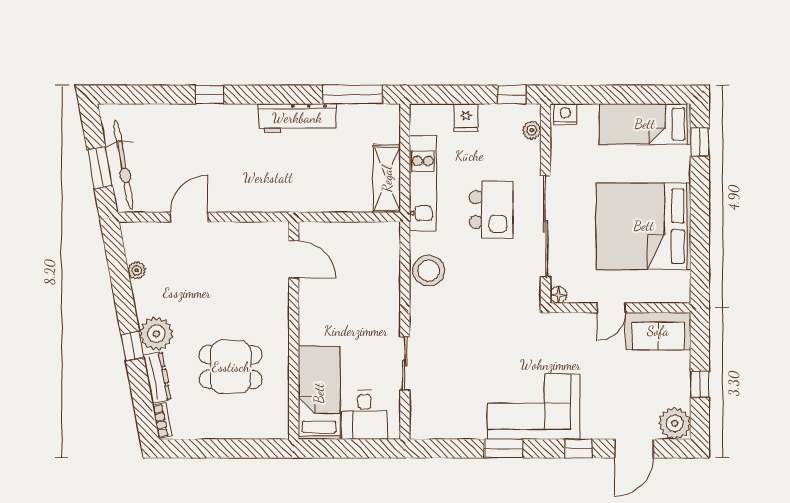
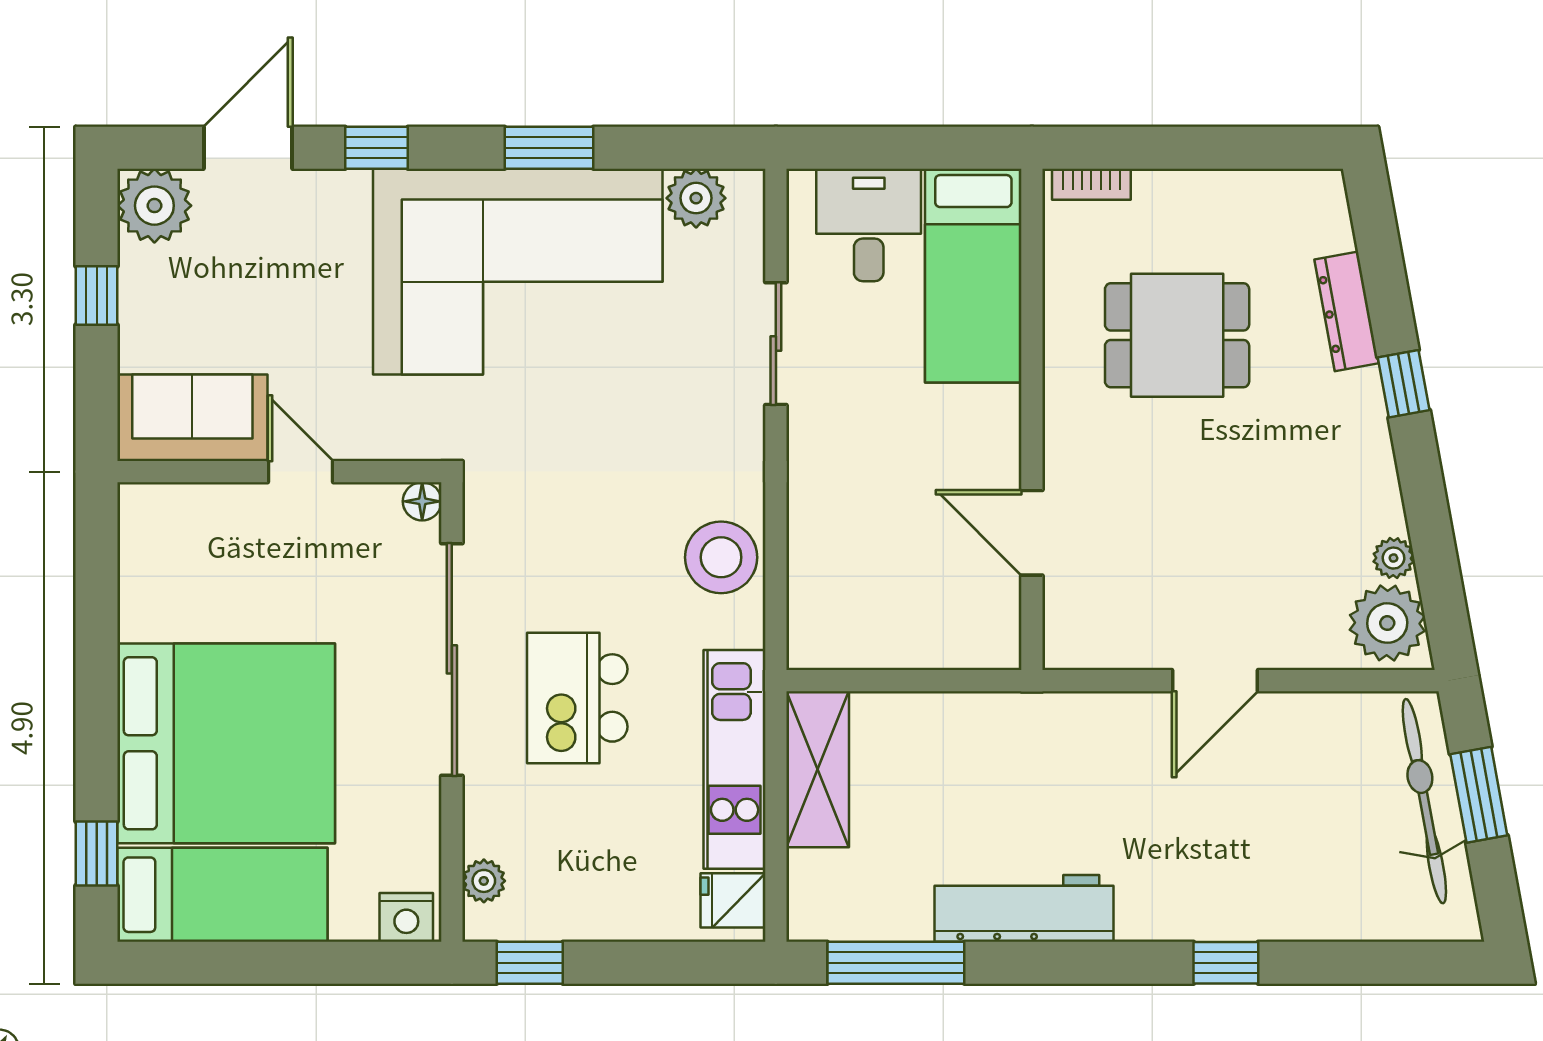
fridge: (466, 118) -> (733, 900), moved, turned -90
door: (189, 217) -> (1215, 681), moved
bed: (644, 226) -> (226, 743), moved
door: (294, 259) -> (1032, 533), moved
door: (611, 308) -> (300, 472), hinge flipped
plant: (156, 334) -> (1387, 623), moved
corner sofa: (534, 406) -> (518, 272), width x1.36, depth x1.36
bookcase: (162, 421) -> (1091, 184), moved, turned -80
plant: (440, 427) -> (696, 198), added

